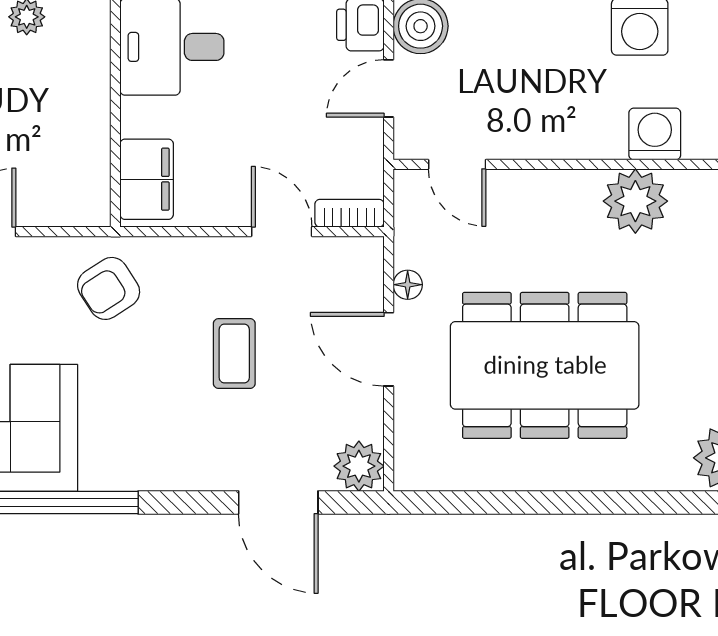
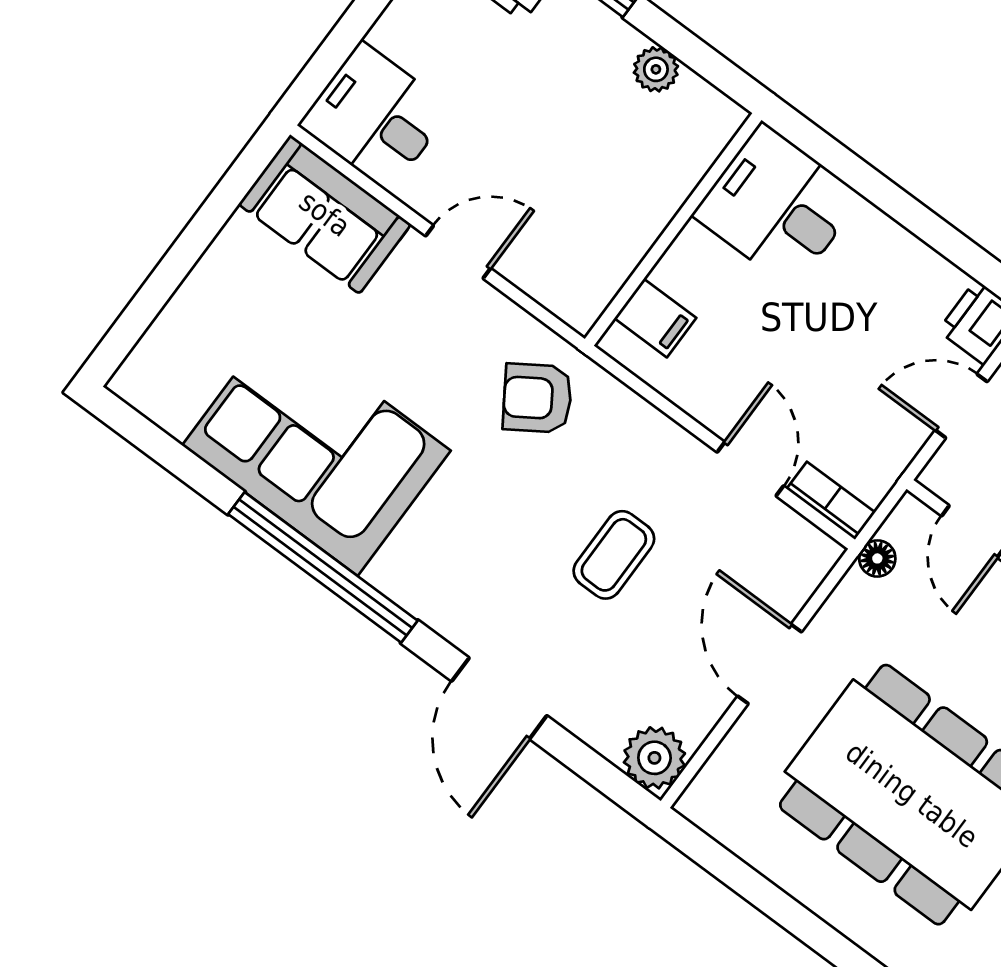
filing cabinet: (147, 179) -> (655, 318), width x0.50
floor lamp: (408, 285) -> (877, 558), moved
door: (278, 502) -> (499, 698), moved

